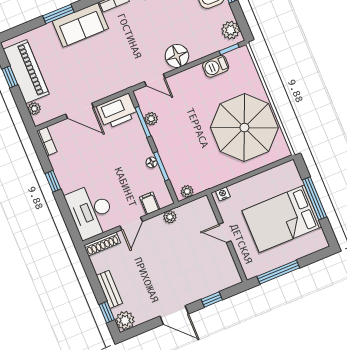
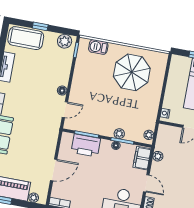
floor lamp: (177, 56) -> (62, 91), width x0.53, depth x0.53
barbecue: (216, 66) -> (98, 47), moved, turned 90
printer: (117, 111) -> (86, 145), moved, turned 90
plant: (151, 119) -> (119, 134), moved
parasol: (244, 128) -> (132, 72), width x0.73, depth x0.73
filing cabinet: (150, 203) -> (142, 158), width x2.00

